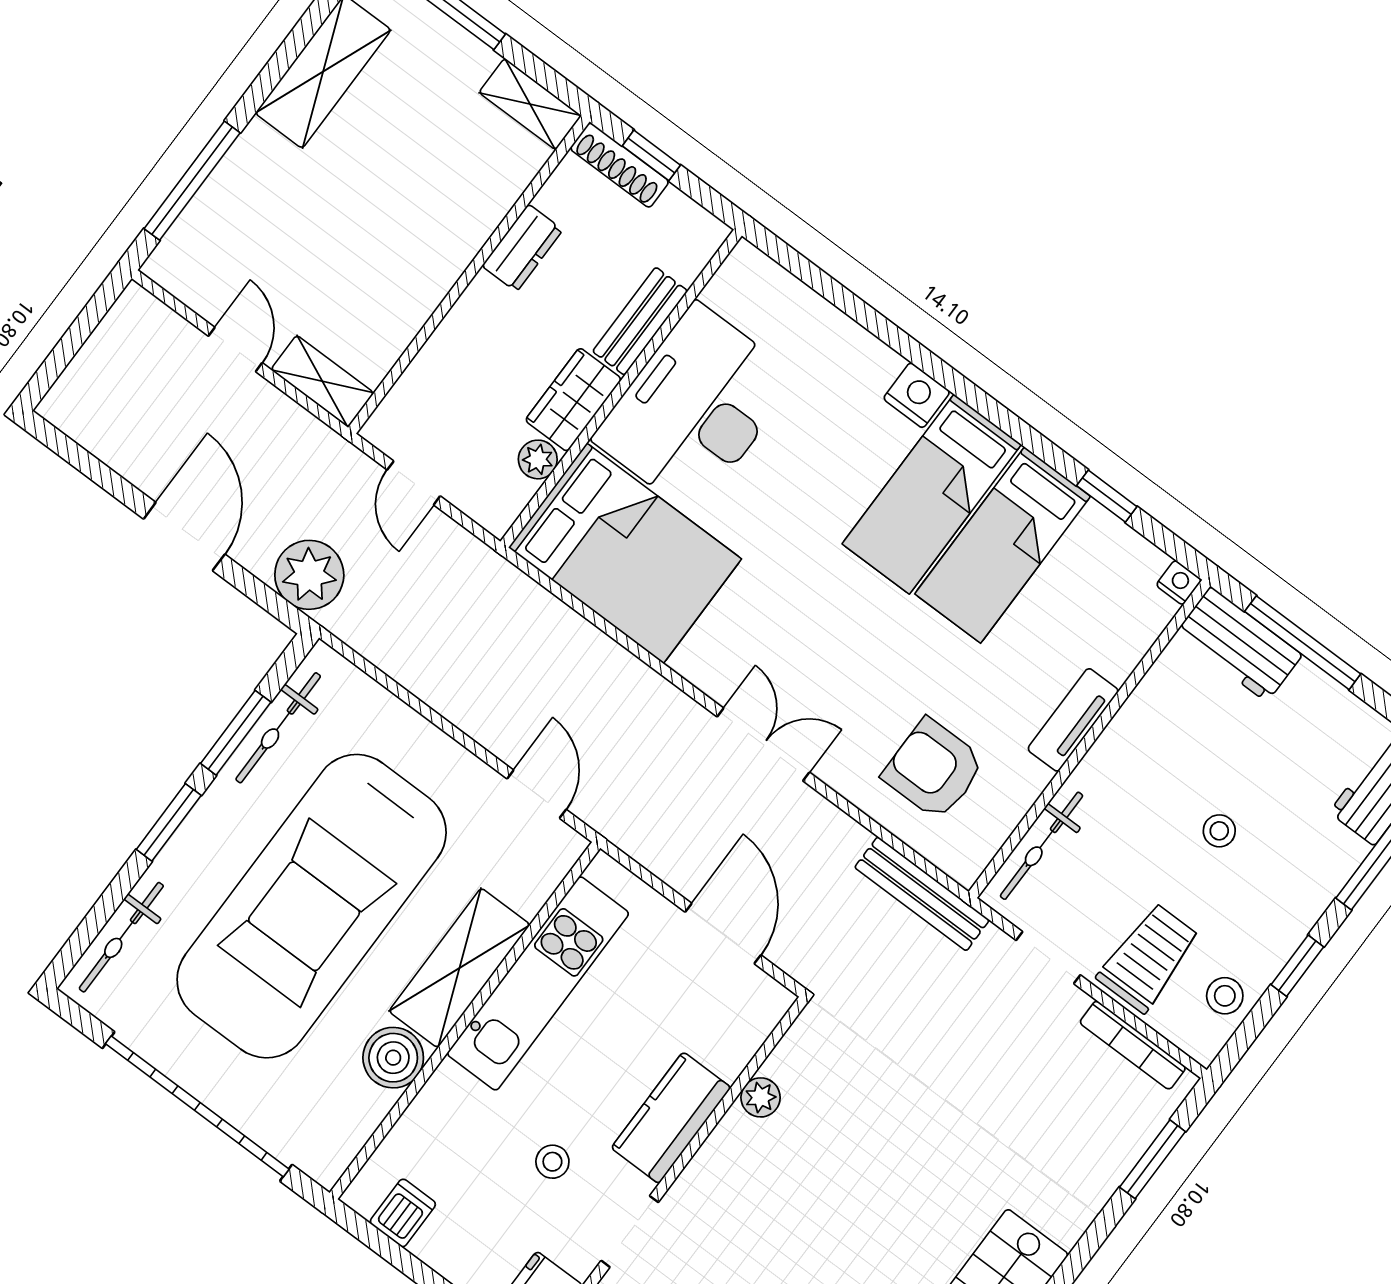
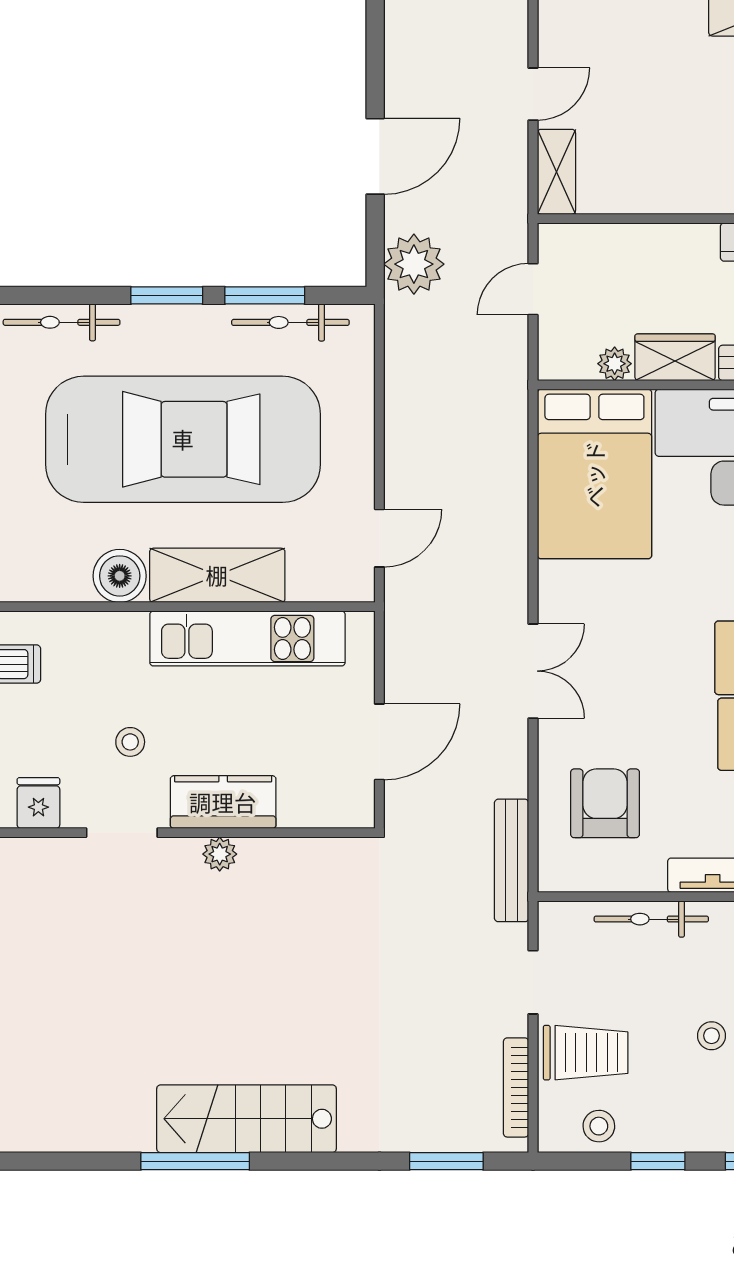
bicycle: (1042, 846) -> (651, 919), moved
car: (312, 906) -> (183, 439), turned 180
plant: (761, 1097) -> (220, 854), moved

